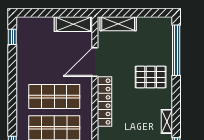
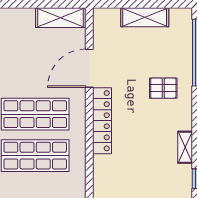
shelving: (118, 24) -> (145, 17), moved
pallet: (151, 77) -> (163, 88), width x0.67, depth x0.71

